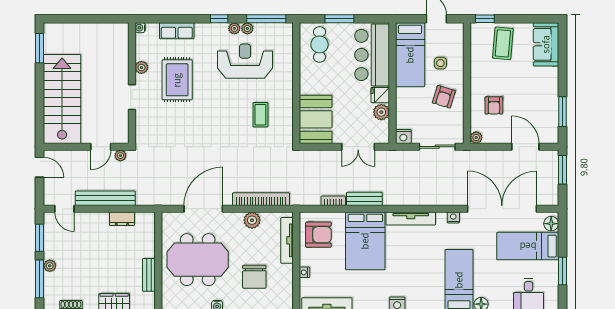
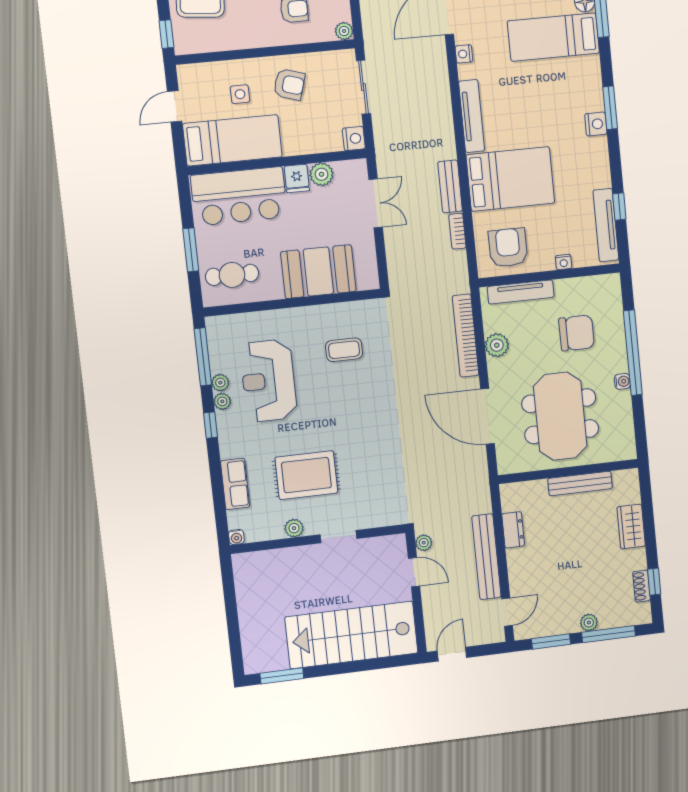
booth: (316, 119) -> (318, 272), moved
bench: (149, 275) -> (580, 483), width x1.36

